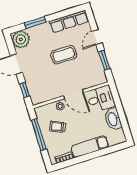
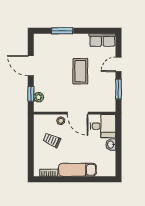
row of seats: (69, 21) -> (102, 40), width x0.68
plant: (21, 39) -> (39, 97), moved, width x0.53, depth x0.53
coffee table: (64, 55) -> (80, 71), turned 90
washbasin: (113, 119) -> (111, 145), width x0.52, depth x0.69
window: (39, 135) -> (31, 142), removed

